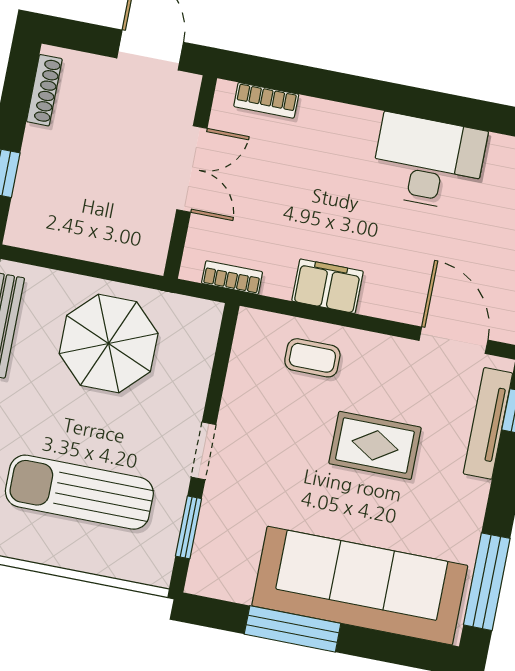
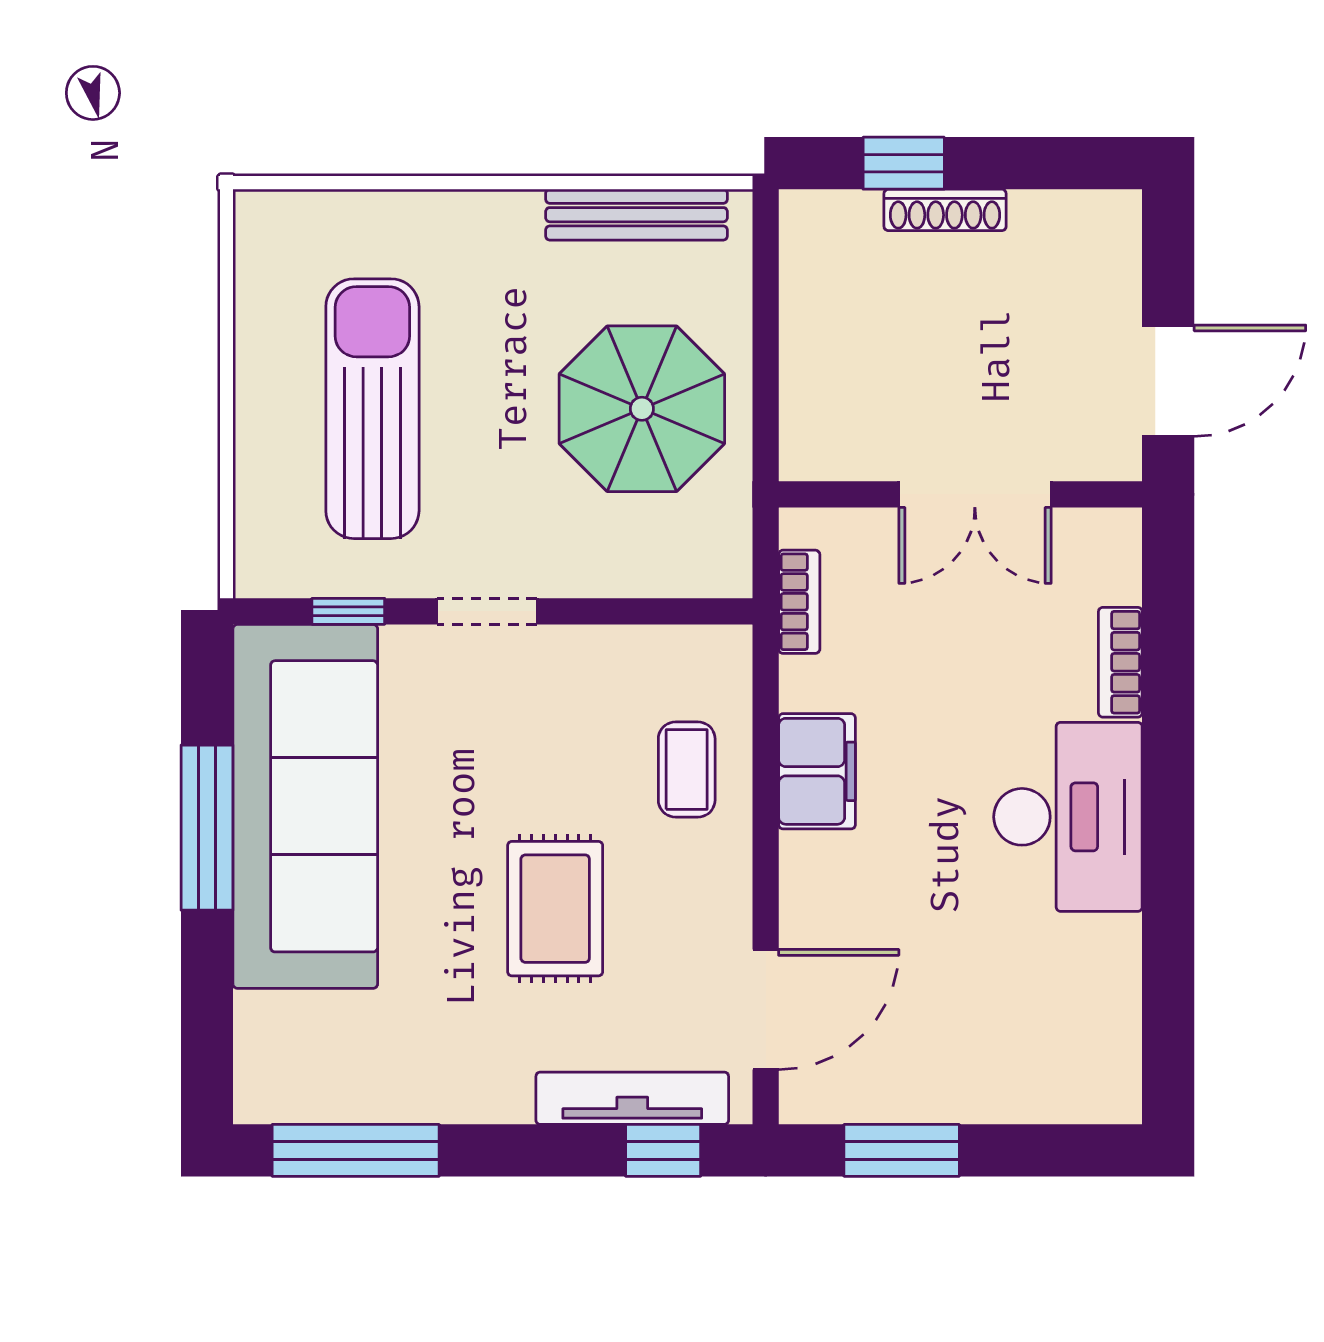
shoe rack: (44, 90) -> (945, 210), moved
bookcase: (266, 100) -> (1120, 662), moved
desk: (428, 162) -> (1068, 817), moved
window: (189, 527) -> (348, 611), width x0.67
sofa: (360, 586) -> (305, 806), moved

